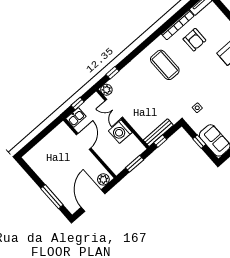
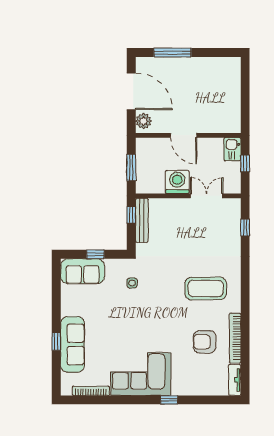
plant: (106, 90) -> (233, 206), removed
door: (84, 141) -> (184, 135), moved

